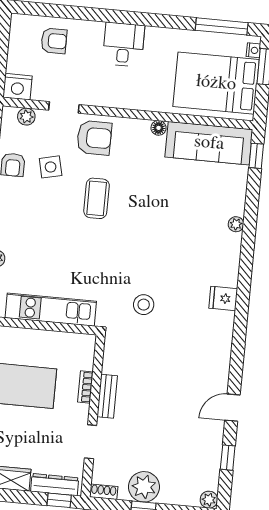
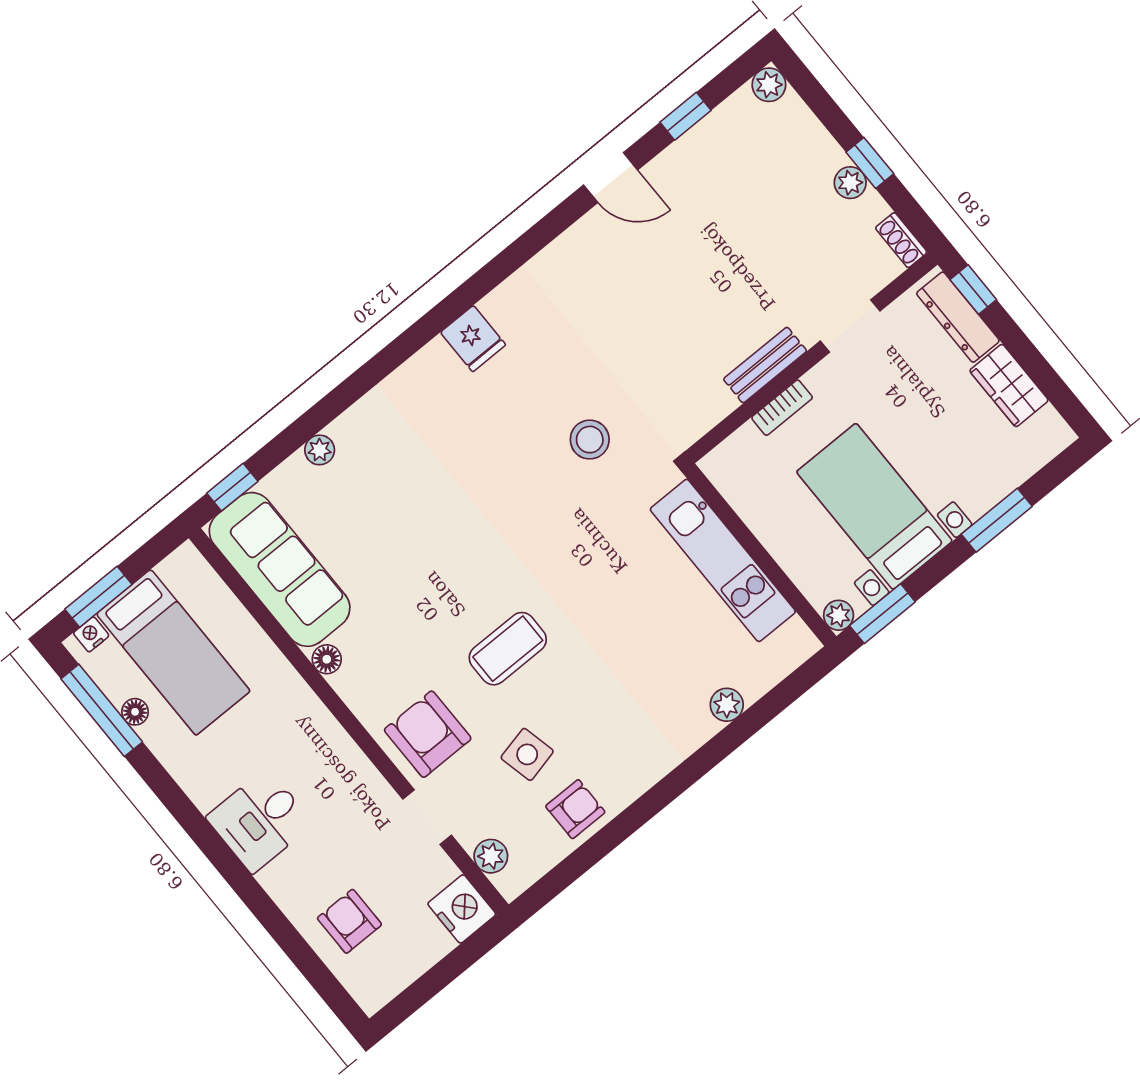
floor lamp: (209, 38) -> (135, 712), added
bed: (216, 83) -> (173, 652), width x0.67
plant: (236, 224) -> (320, 450), moved
plant: (144, 487) -> (850, 183), width x0.53, depth x0.53

